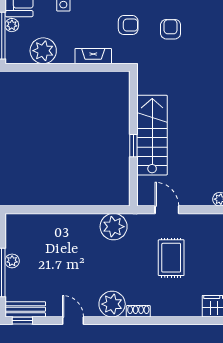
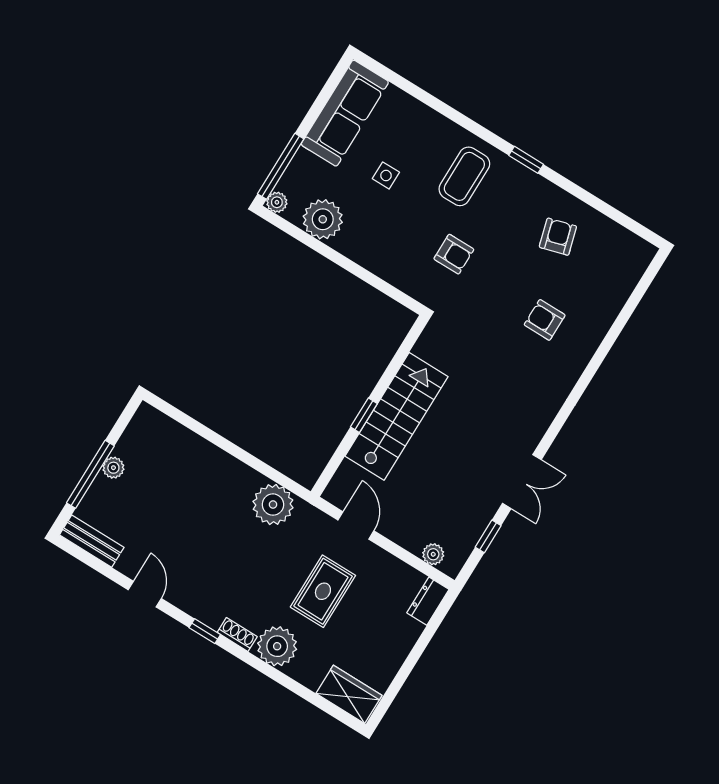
plant: (12, 25) -> (277, 202), moved
armchair: (171, 29) -> (545, 320), moved, turned -90
fireplace: (93, 56) -> (384, 266), removed
plant: (112, 304) -> (277, 646), moved
window: (22, 321) -> (205, 631), moved

